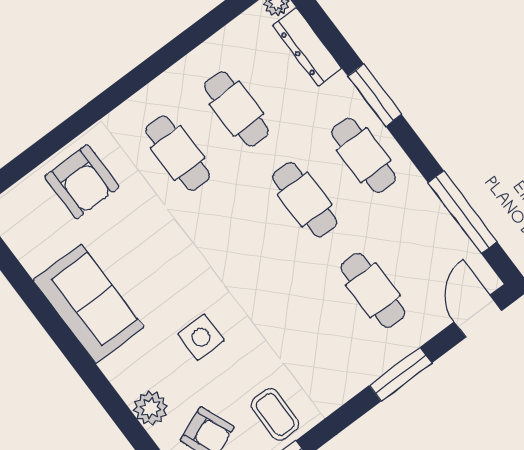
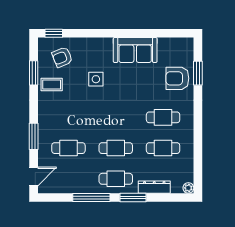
dresser: (307, 47) -> (154, 187), moved
window: (42, 150) -> (198, 73), added
window: (463, 212) -> (91, 197), moved
door: (478, 316) -> (34, 177), hinge flipped
plant: (151, 408) -> (85, 45), removed

